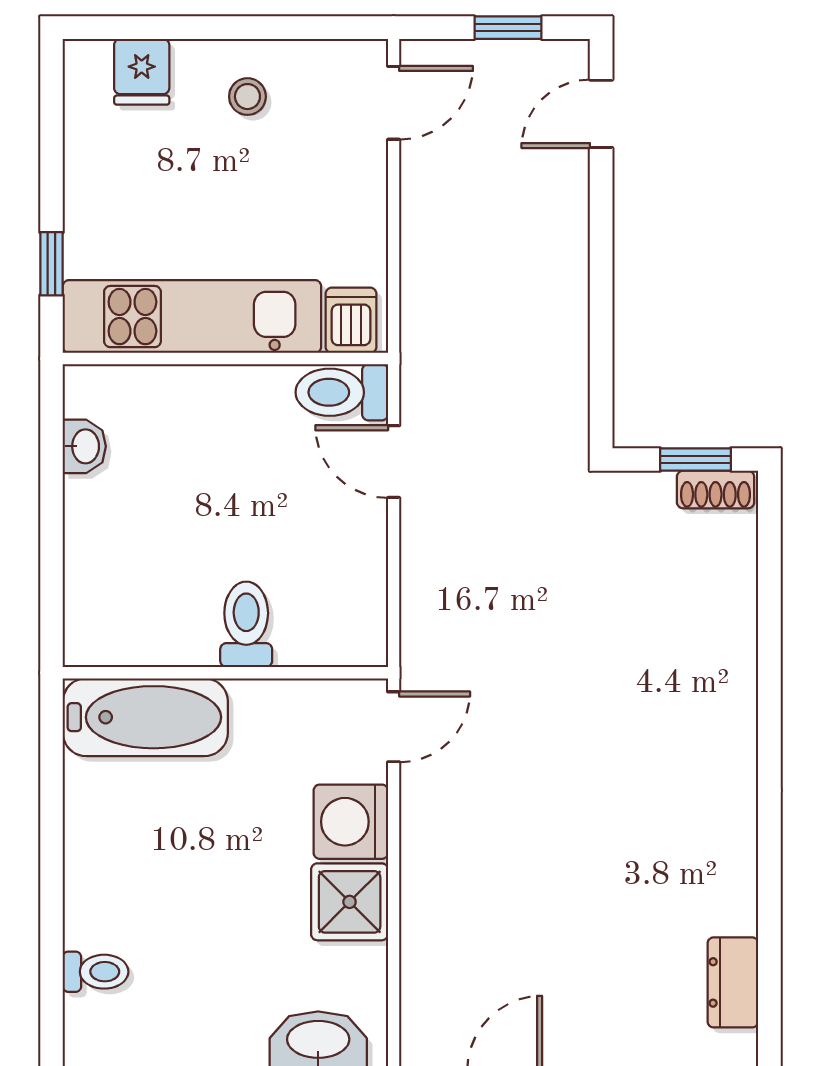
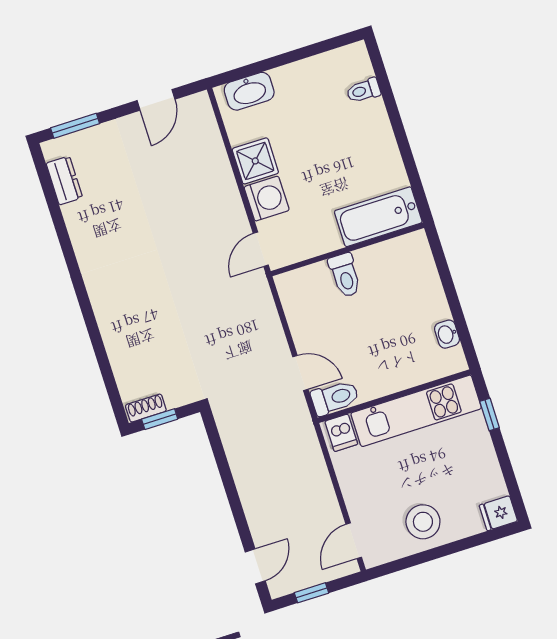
fridge: (142, 72) -> (498, 513), moved, turned -90
stool: (247, 97) -> (423, 522), width x1.89, depth x1.89

